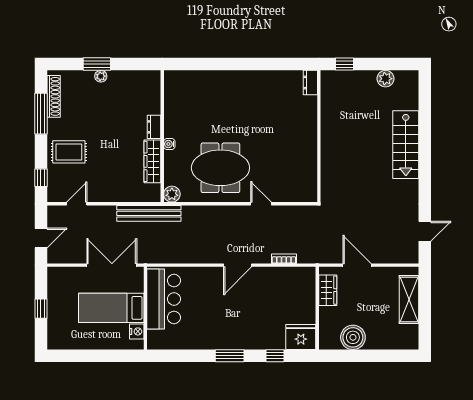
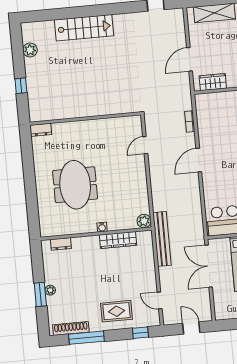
dresser: (310, 83) -> (41, 130), moved
dresser: (154, 127) -> (61, 244), moved
wall: (319, 136) -> (85, 119), moved
rug: (69, 152) -> (117, 311), turned 90
meeting table: (220, 168) -> (75, 185), moved
door: (238, 265) -> (199, 160), swing flipped

